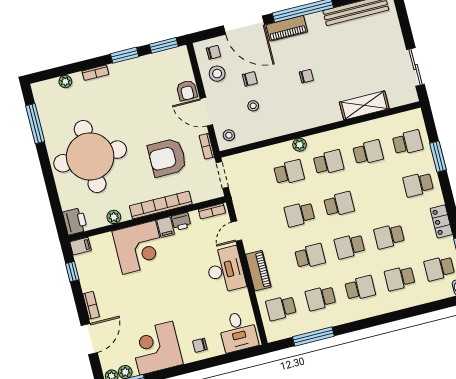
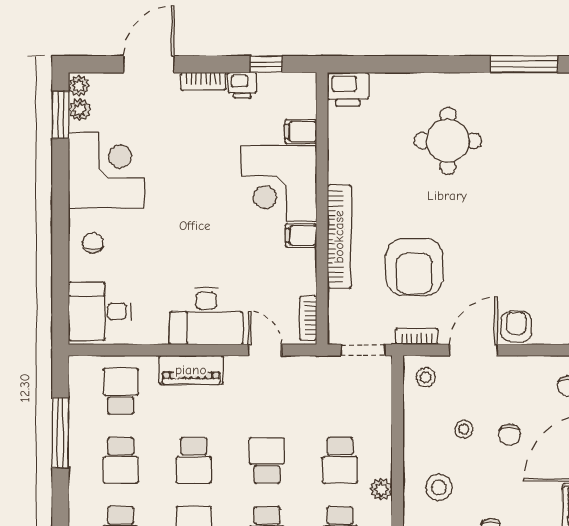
stool: (217, 74) -> (439, 487), moved
armchair: (187, 90) -> (516, 327), turned 90
round table: (90, 156) -> (448, 141), width x0.54, depth x0.54
armchair: (167, 158) -> (414, 267), turned 180
plant: (114, 217) -> (339, 155), removed
printer: (181, 221) -> (242, 85), moved, turned -90
filing cabinet: (81, 246) -> (301, 132), moved, turned 90
school desk: (321, 298) -> (121, 460), turned 180
door: (89, 339) -> (149, 64), swing flipped

